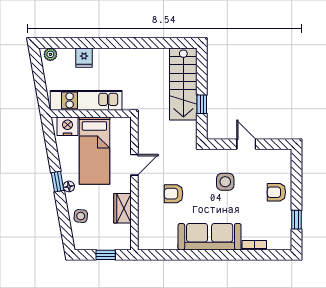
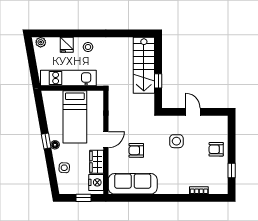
stool: (111, 61) -> (88, 47), added
nightstand: (68, 126) -> (96, 182), moved, turned 90
door: (134, 165) -> (106, 140), moved
sofa: (210, 237) -> (133, 184), moved

